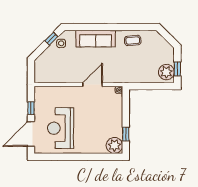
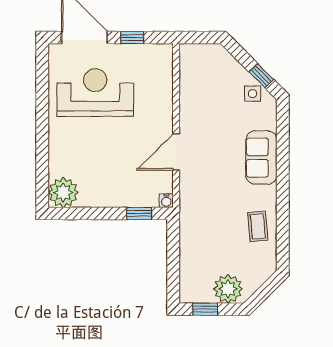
sofa: (96, 39) -> (261, 158), width x0.73
plant: (166, 72) -> (228, 289), moved
door: (93, 85) -> (176, 152), swing flipped
window: (126, 134) -> (139, 213), moved

